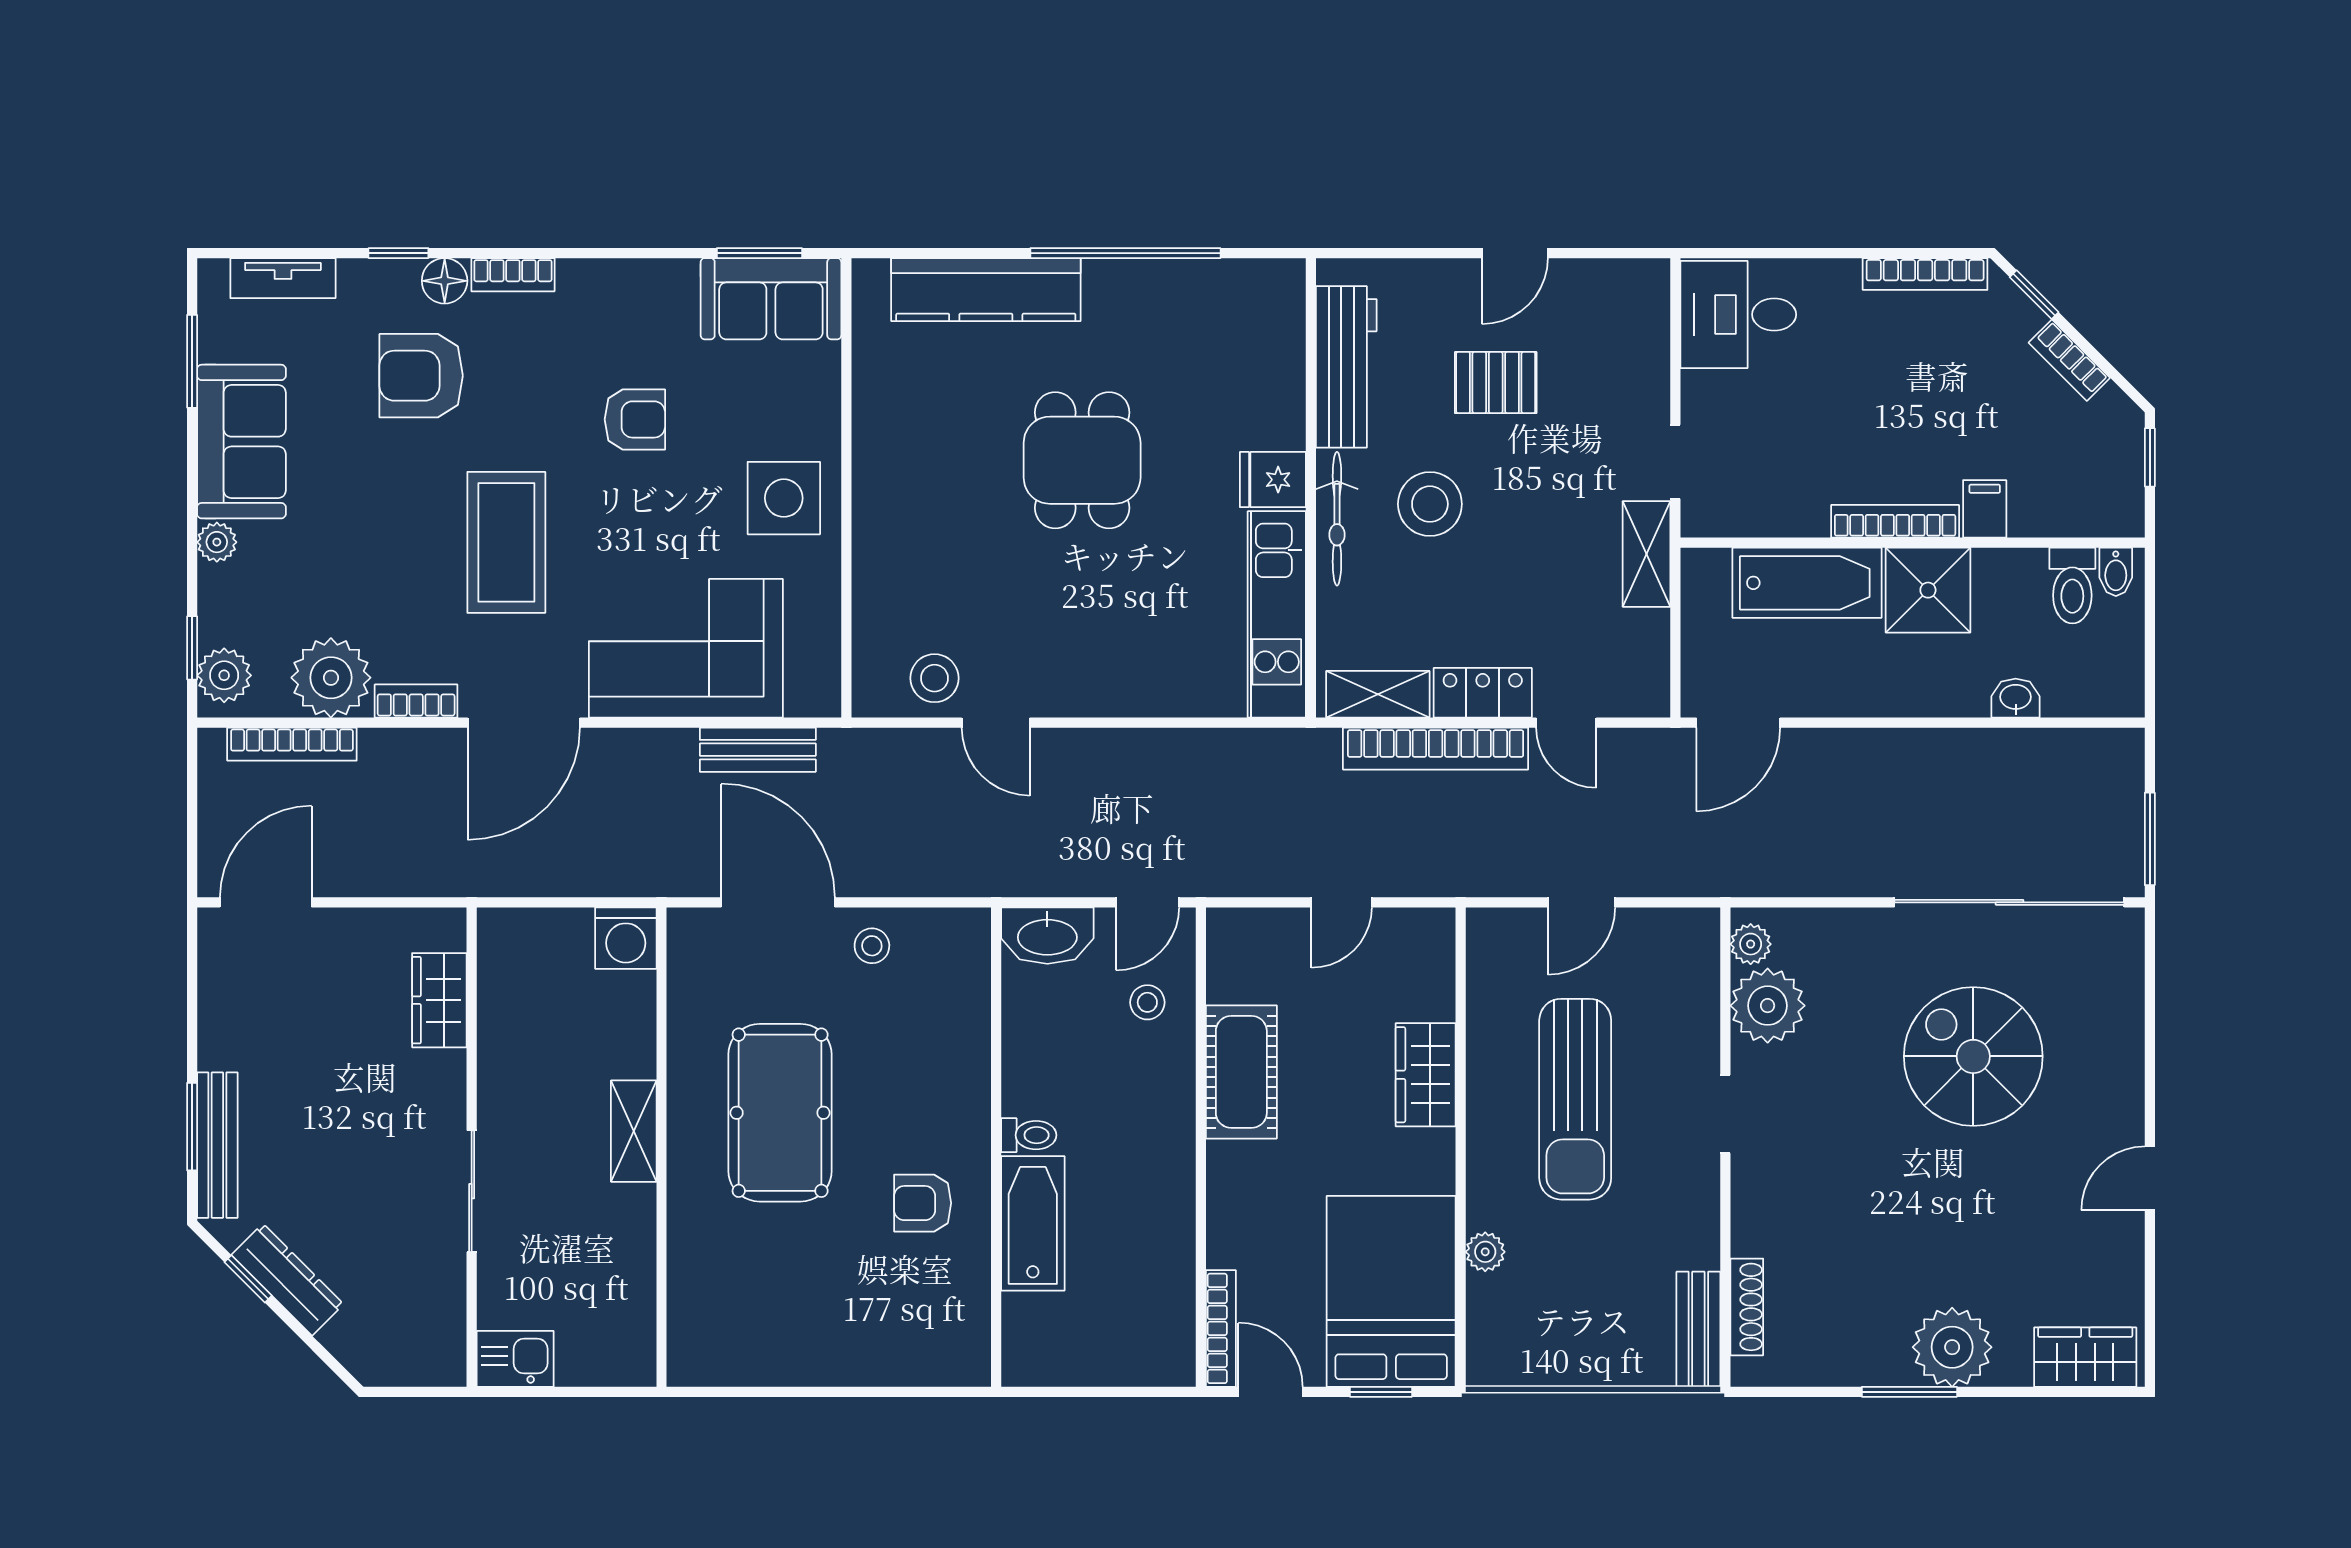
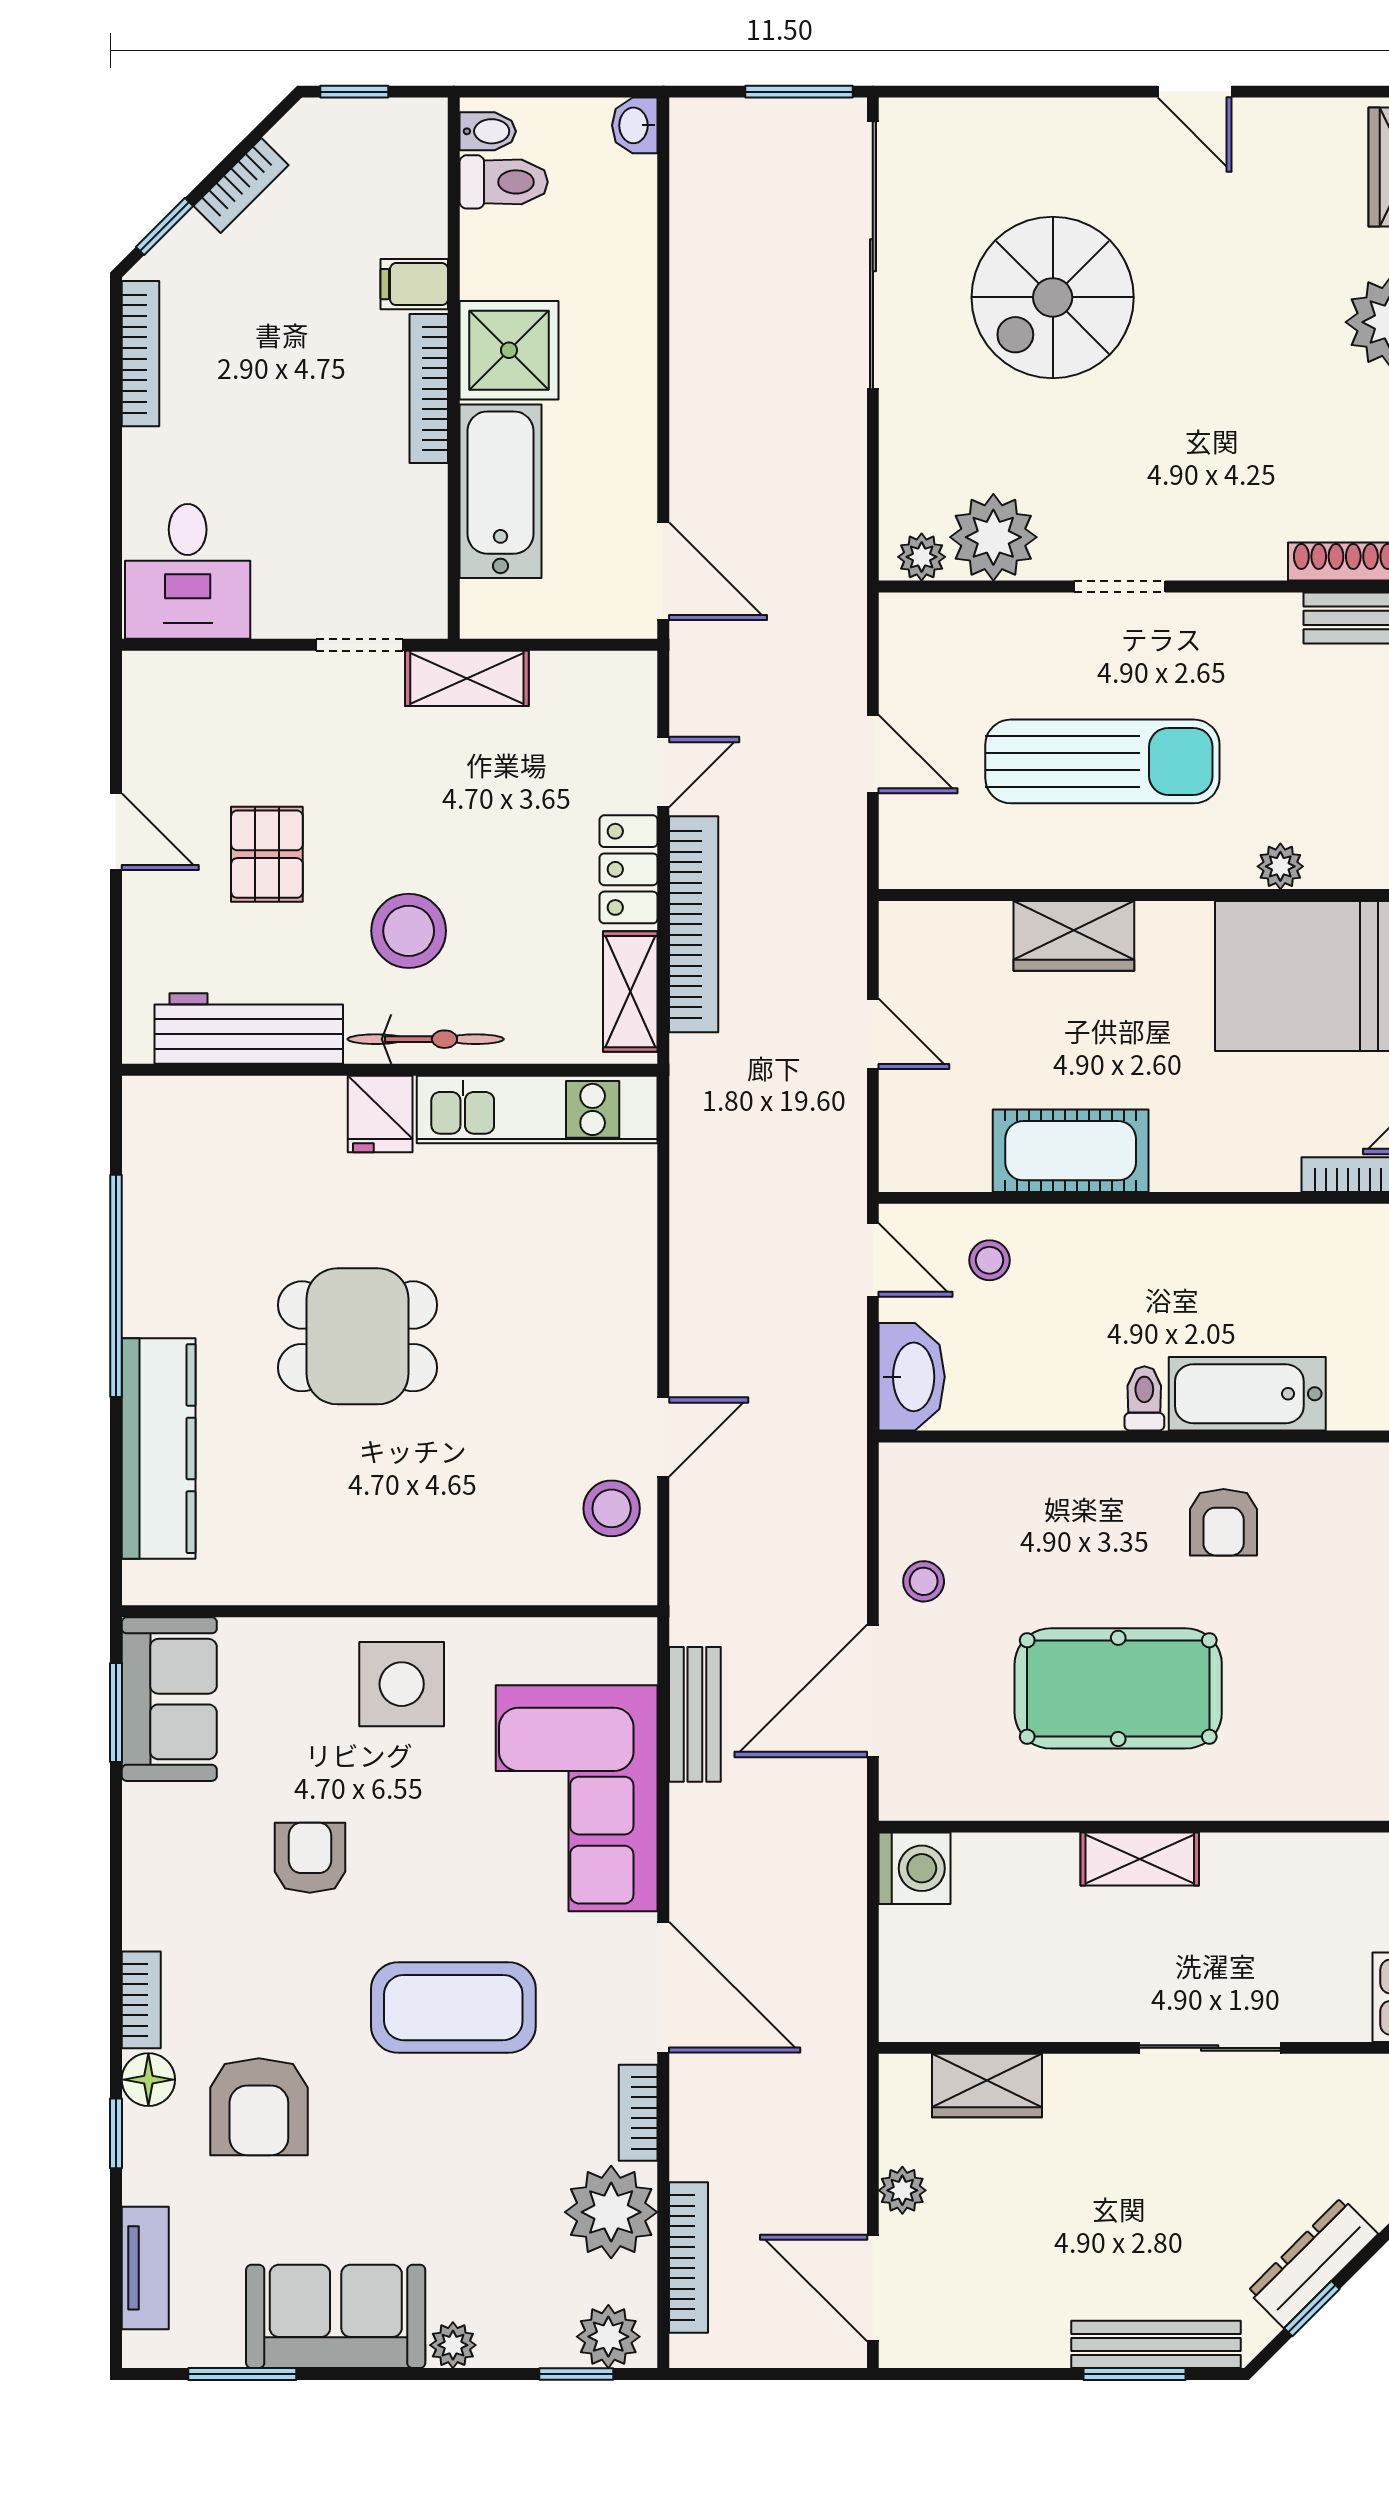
washbasin: (2016, 698) -> (635, 125), moved
plant: (350, 927) -> (902, 2190), added

